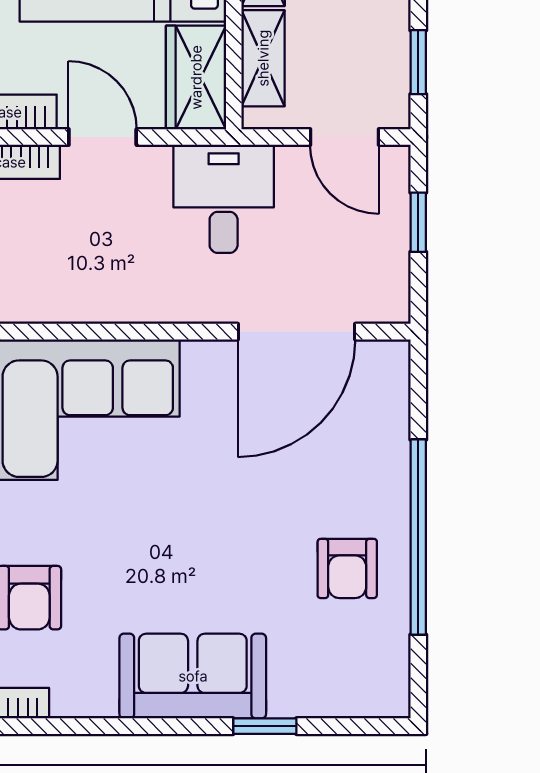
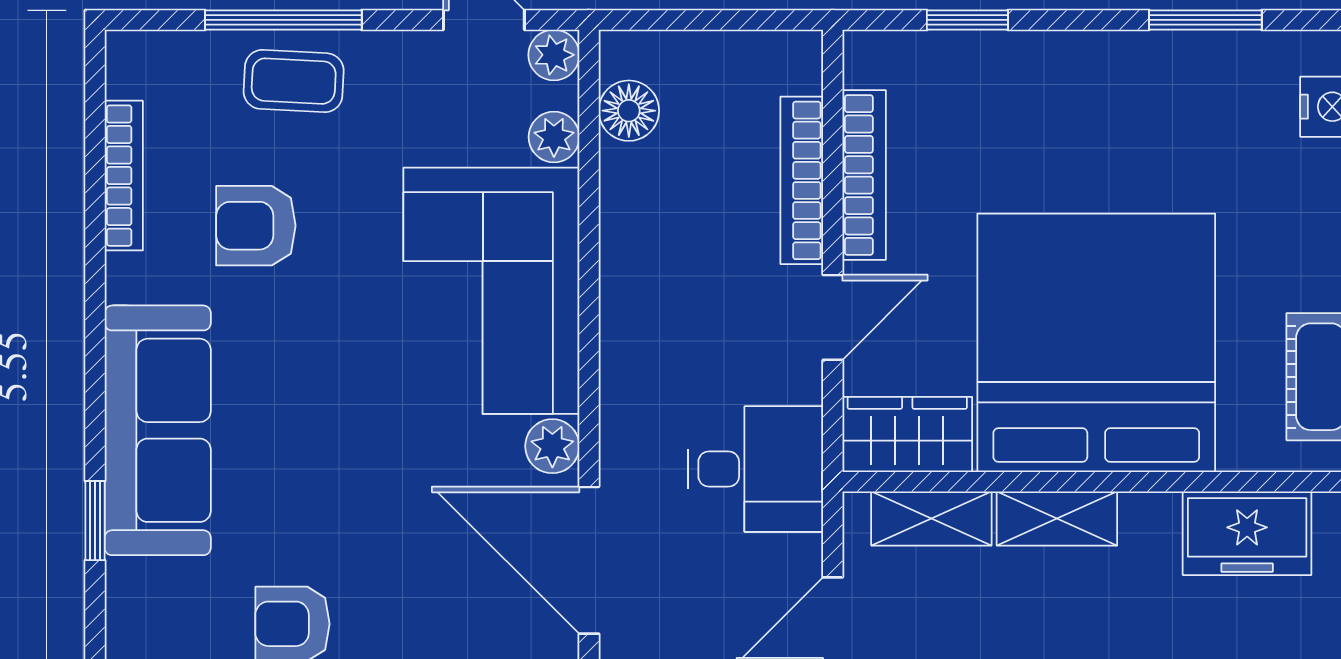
plant: (205, 361) -> (552, 446), added
sofa: (193, 676) -> (158, 430), width x1.36

